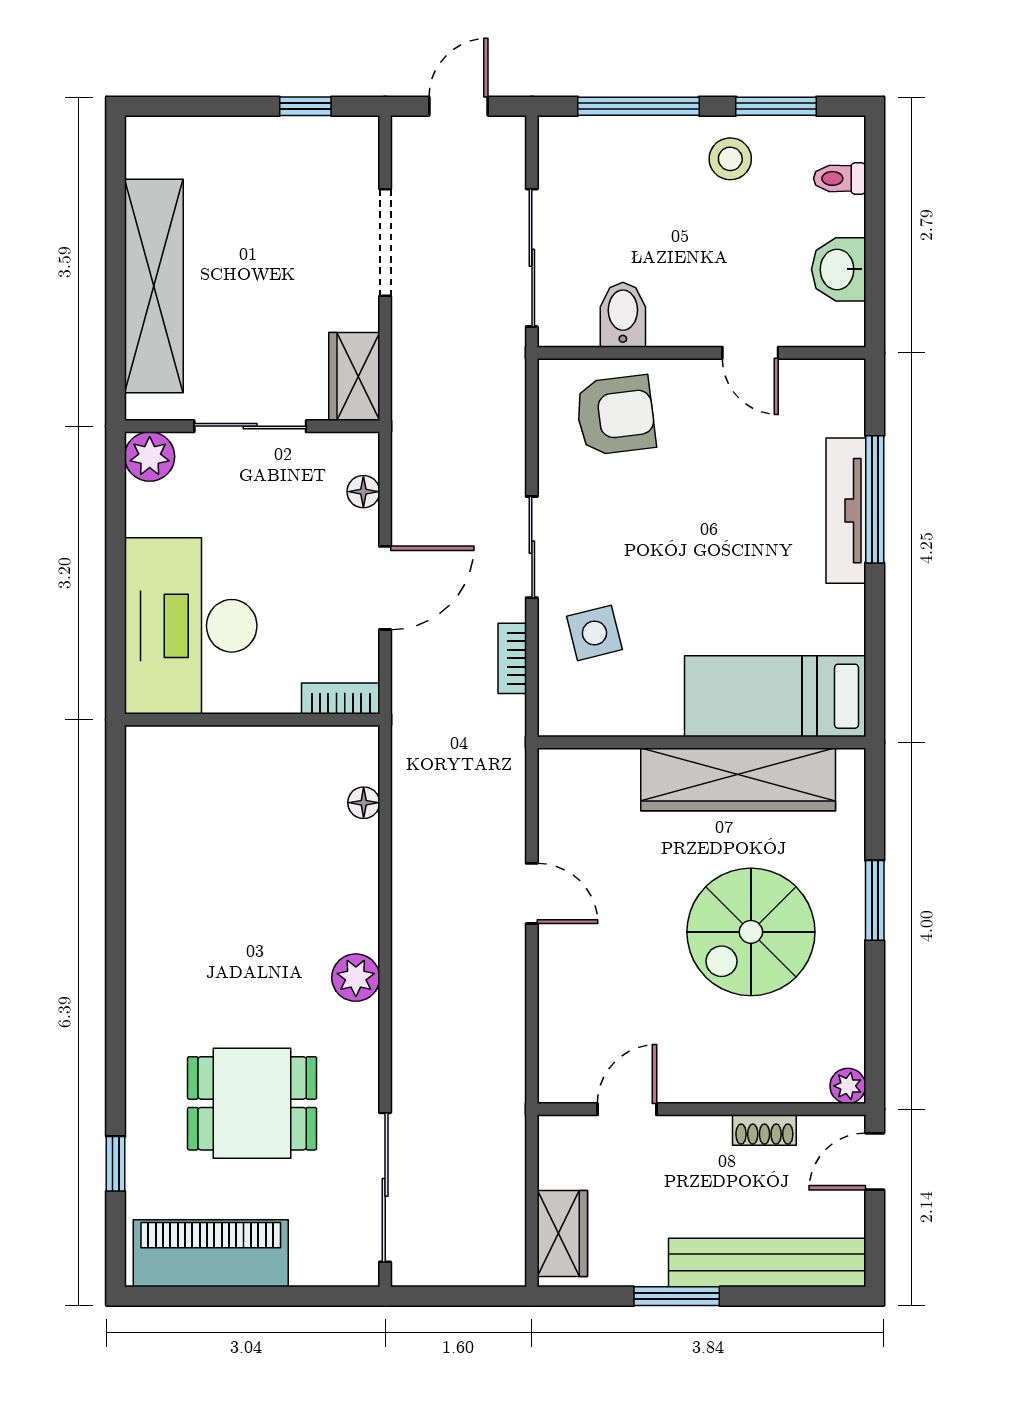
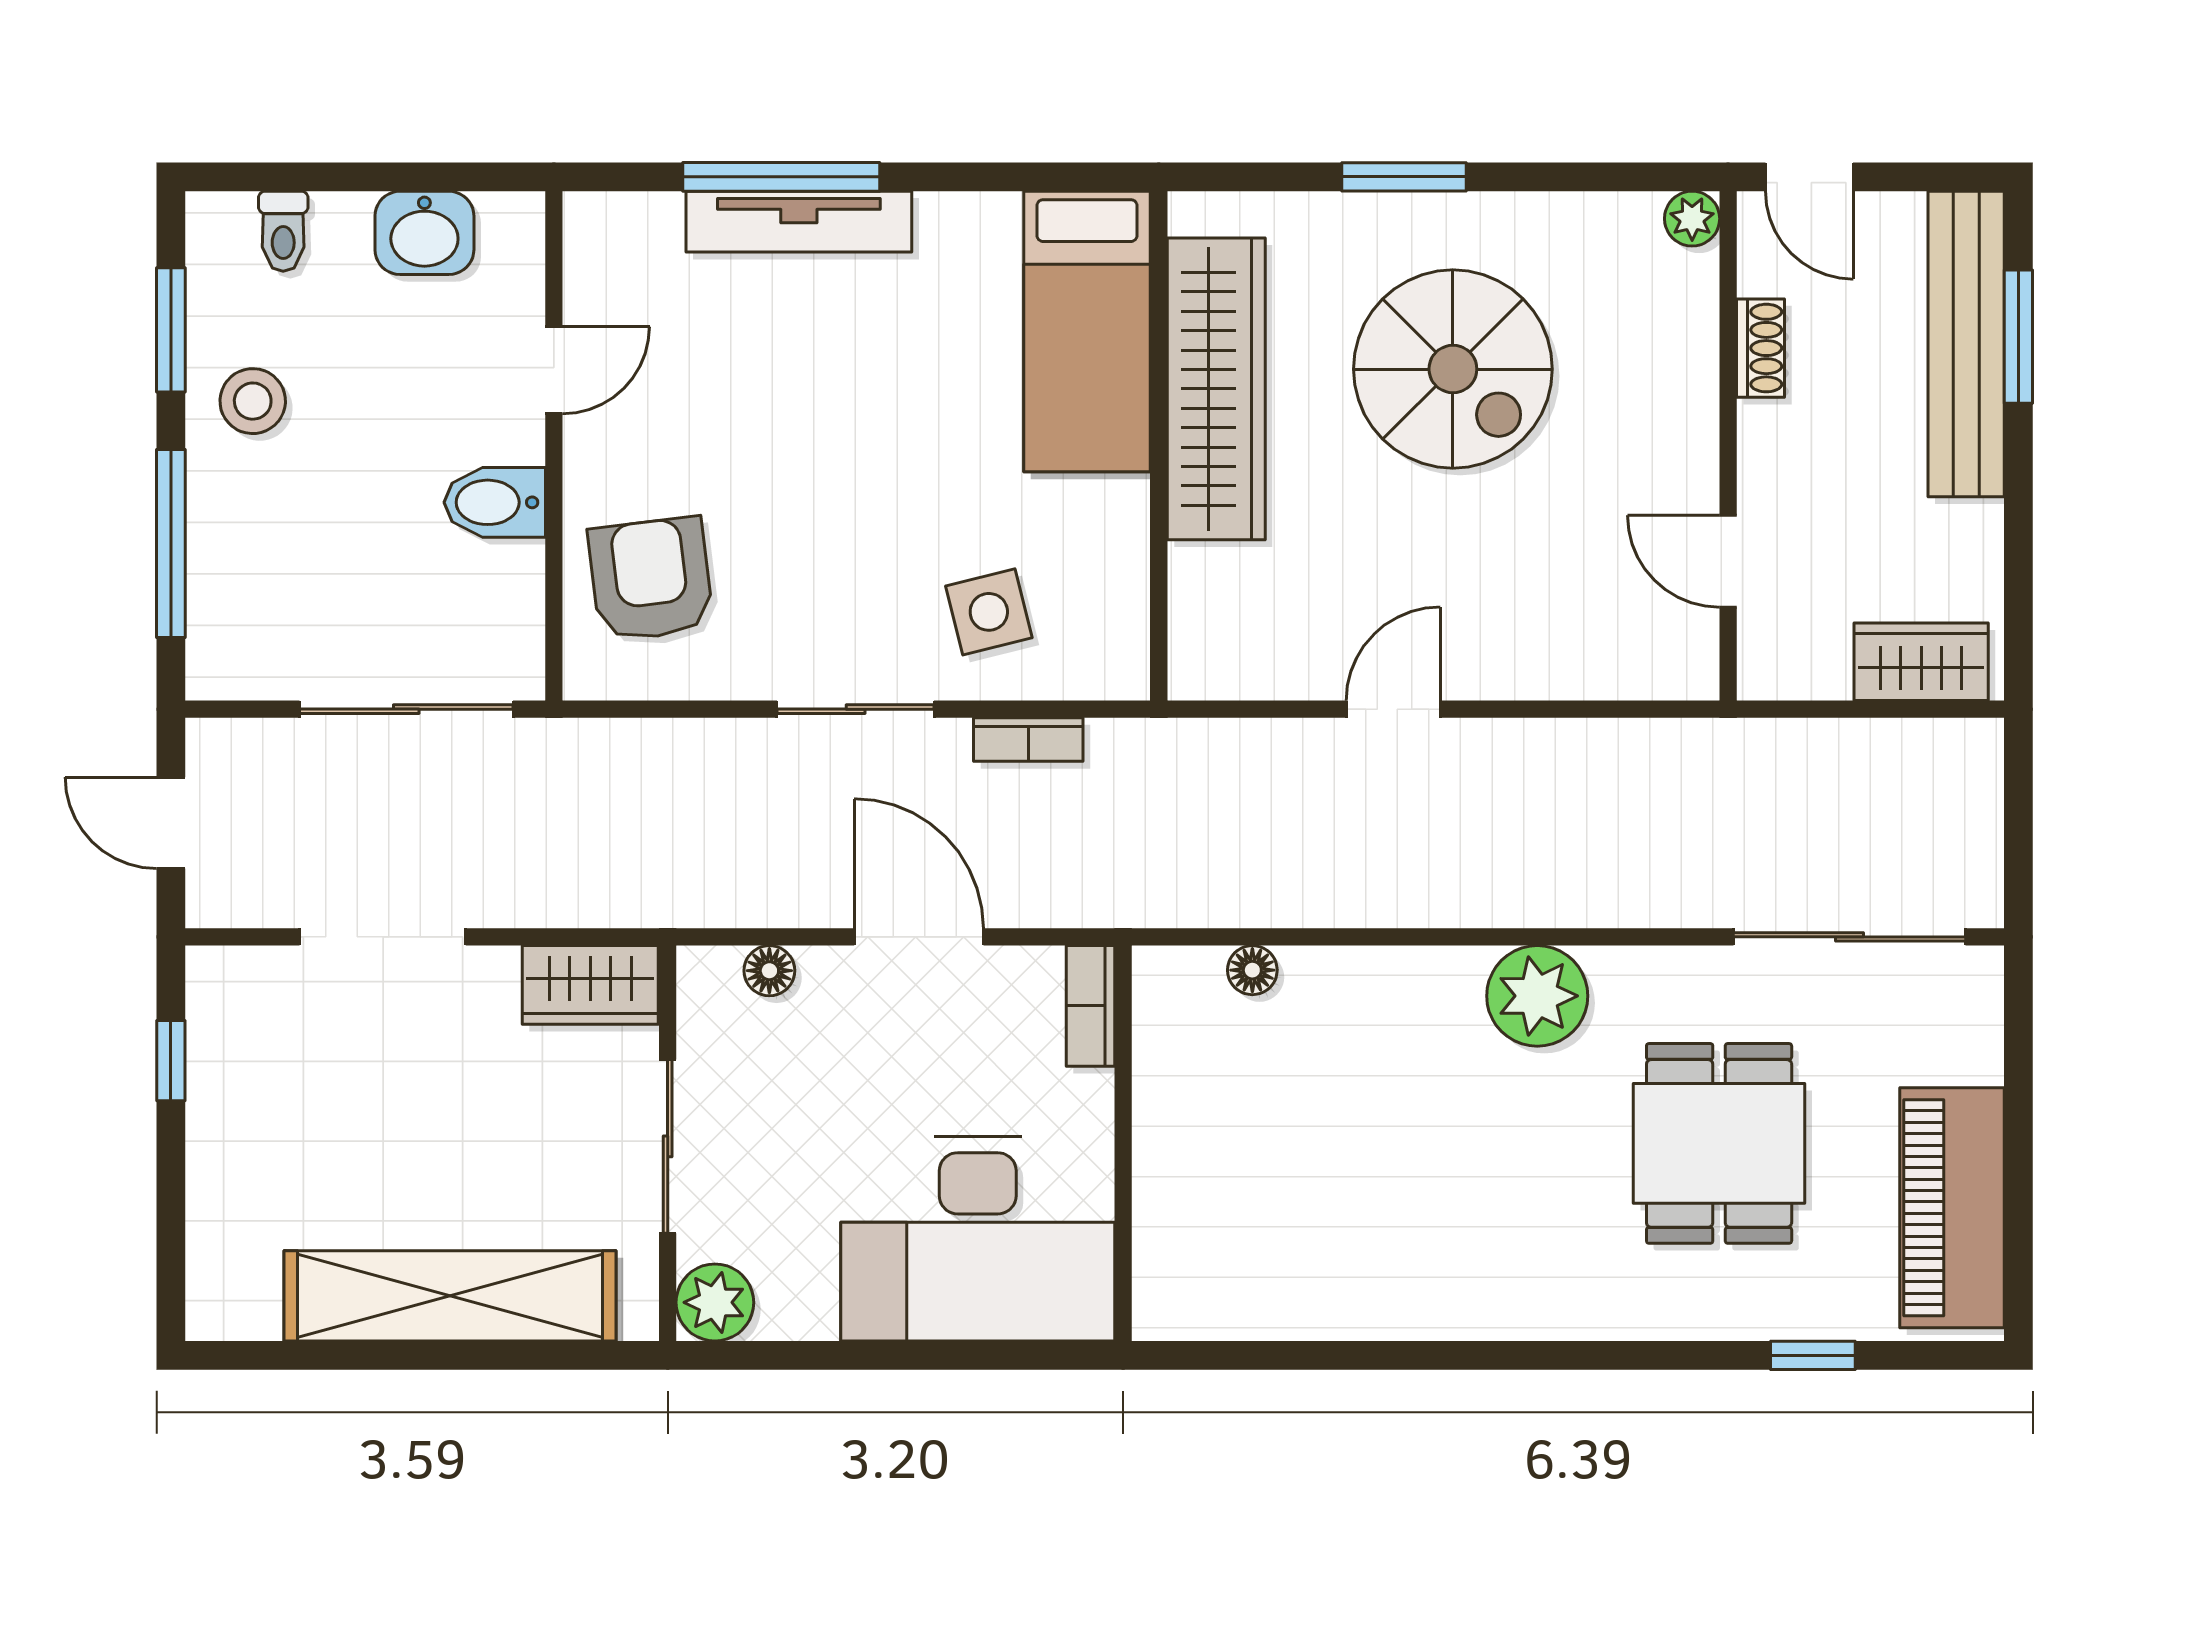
bidet: (623, 315) -> (495, 502), moved
plant: (356, 978) -> (1537, 996), width x1.36, depth x1.36
window: (677, 1296) -> (2018, 337), moved

